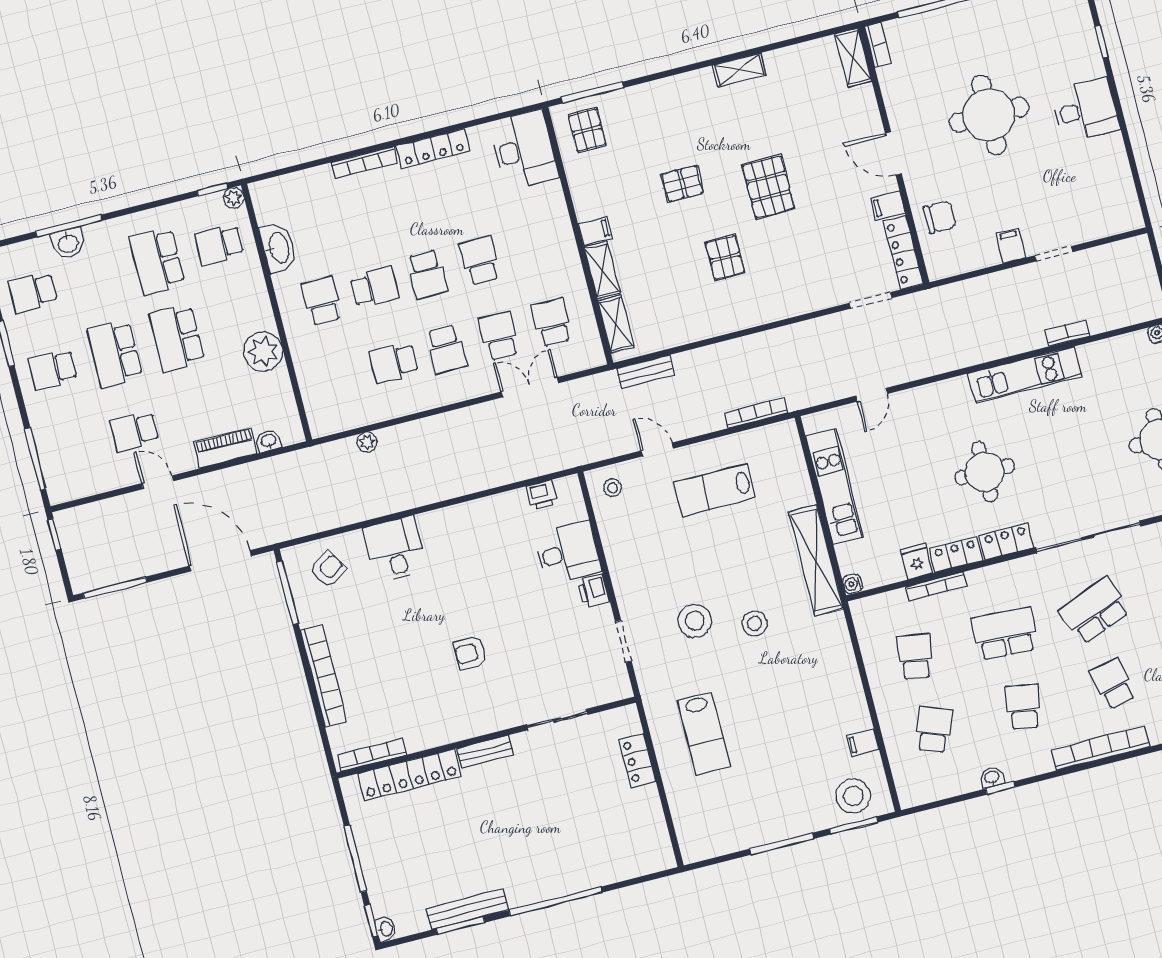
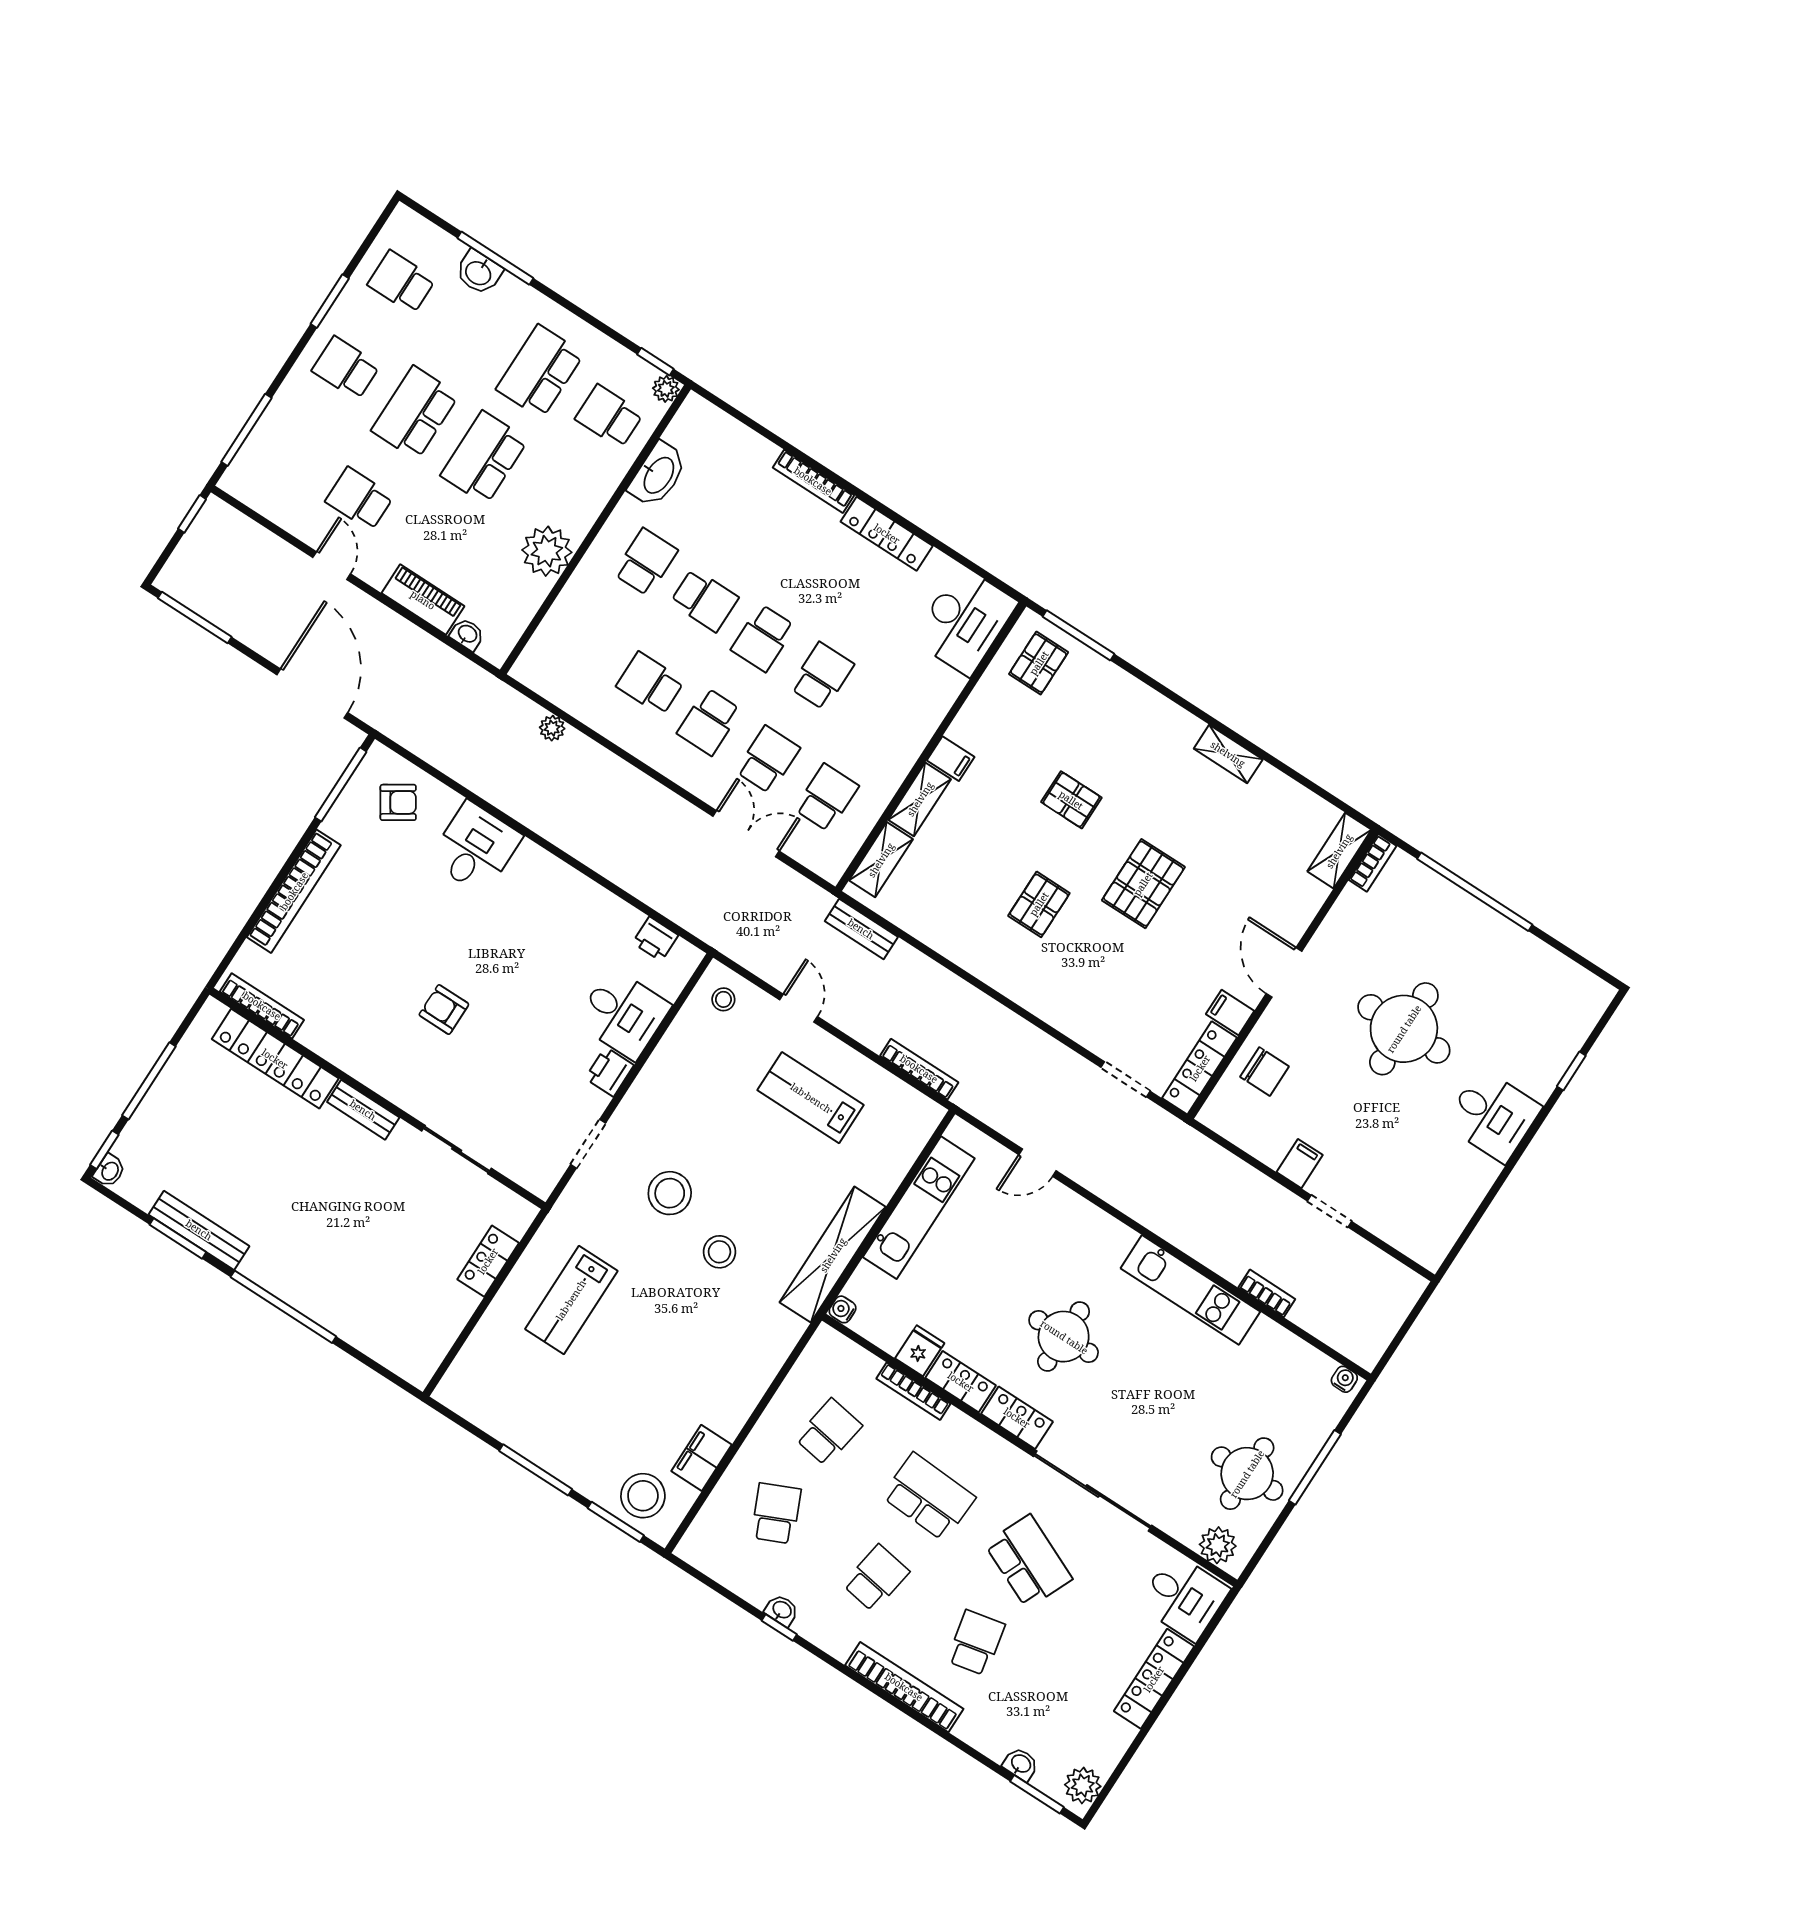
school desk: (1095, 611) -> (1028, 1561), turned 45
school desk: (934, 729) -> (776, 1513), turned -45
filing cabinet: (863, 743) -> (702, 1458), width x2.00

